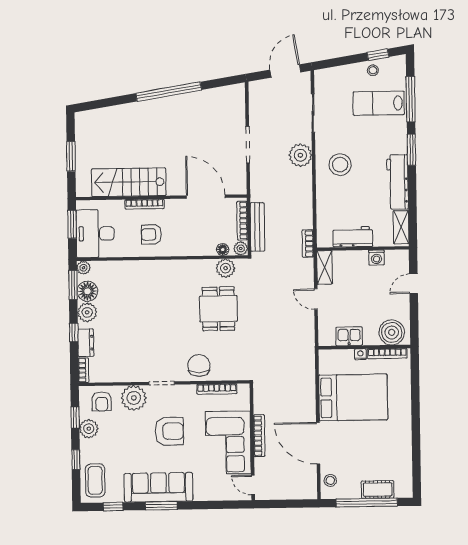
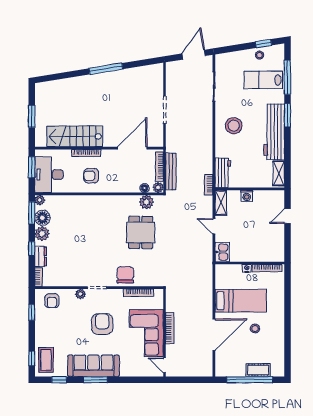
window: (169, 92) -> (106, 69), width x0.68
plant: (300, 155) -> (204, 118), removed
workbench: (398, 182) -> (274, 132), width x1.36, depth x1.32
door: (206, 197) -> (132, 148), hinge flipped
workbench: (353, 237) -> (223, 173), moved, turned 90
washing machine: (376, 257) -> (247, 196), moved
boiler: (392, 332) -> (270, 252), removed
kitchen sink: (349, 336) -> (222, 252), moved, turned 90
bed: (353, 397) -> (241, 301), width x0.67
plant: (134, 398) -> (80, 294), width x0.53, depth x0.53
plant: (89, 429) -> (42, 321), removed
armchair: (169, 431) -> (102, 324), turned -90
door: (318, 443) -> (214, 335), swing flipped
window: (76, 460) -> (32, 359), moved
stool: (330, 480) -> (255, 328), moved

